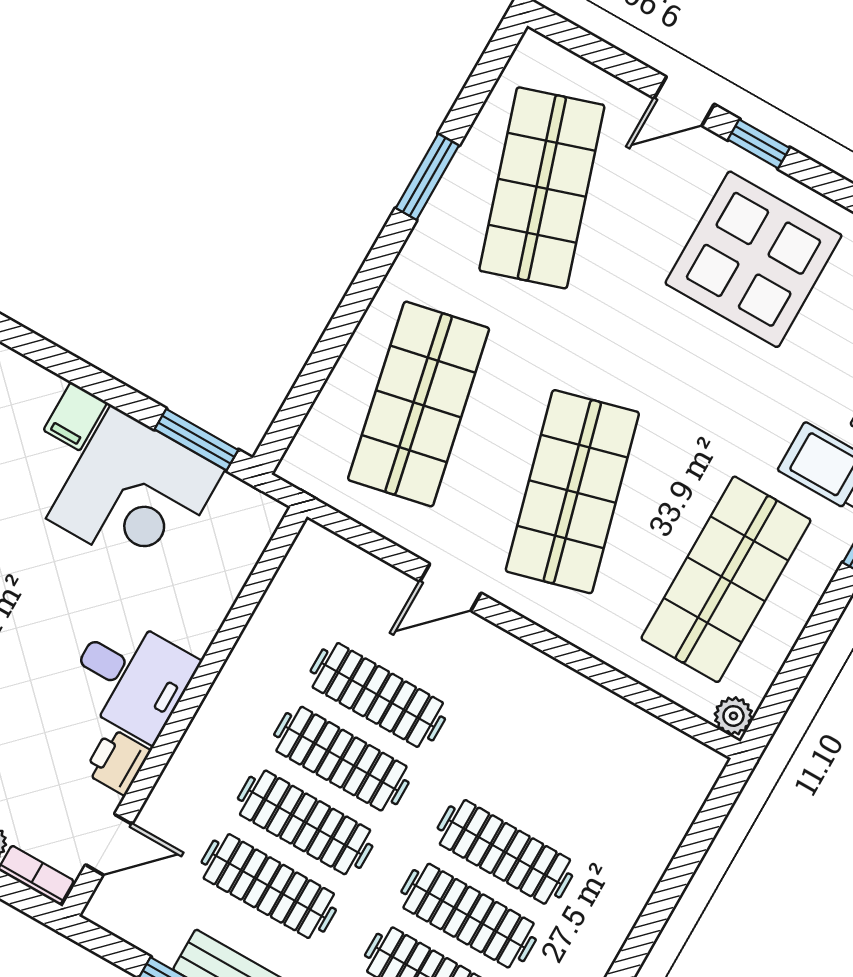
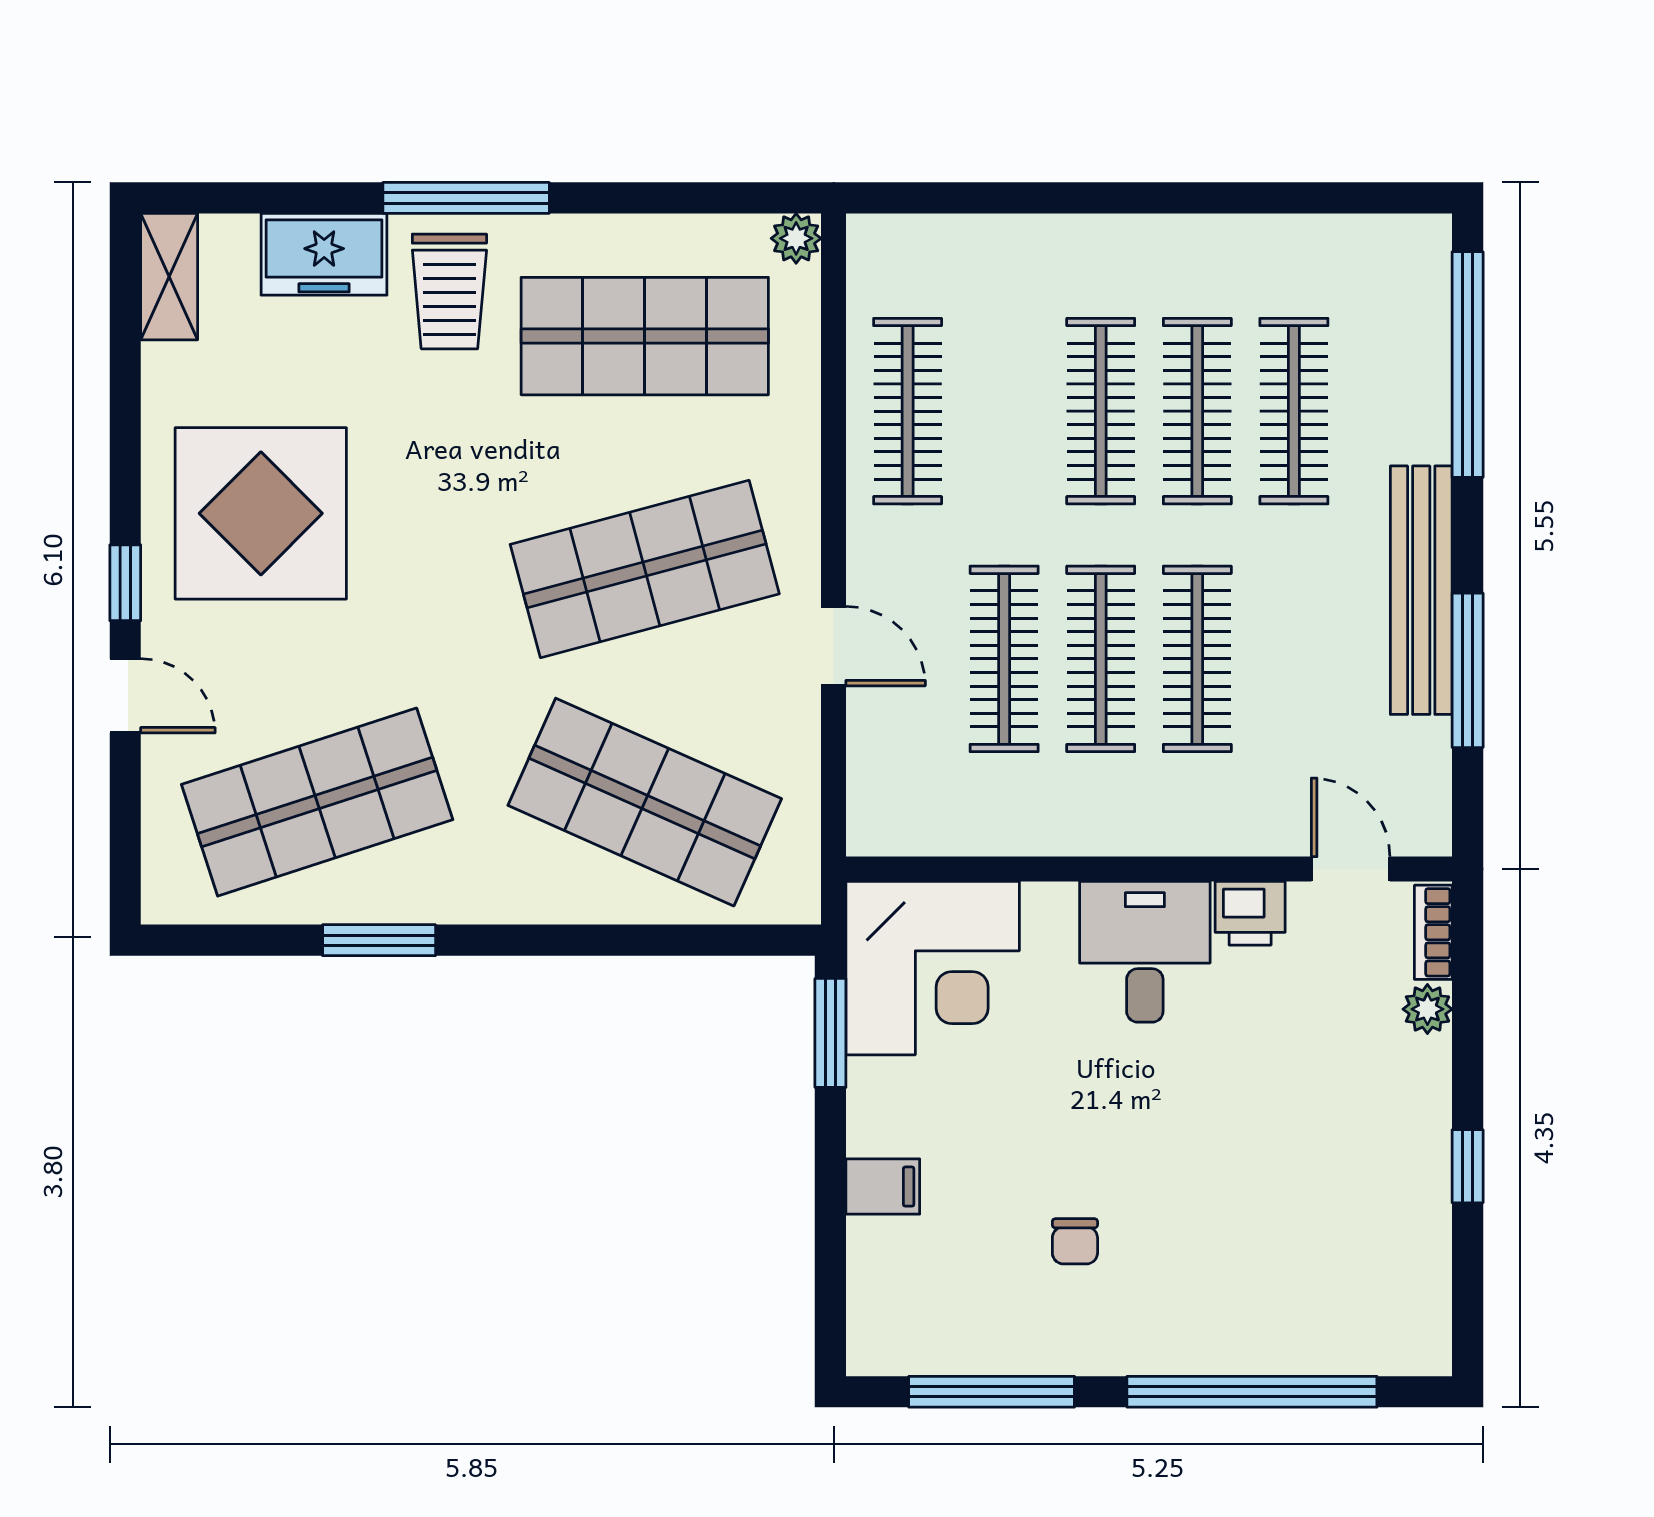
shop shelf: (419, 404) -> (645, 802), turned 36
corner desk: (135, 494) -> (933, 968), moved, turned 90
clothes rail: (269, 886) -> (908, 411), moved

